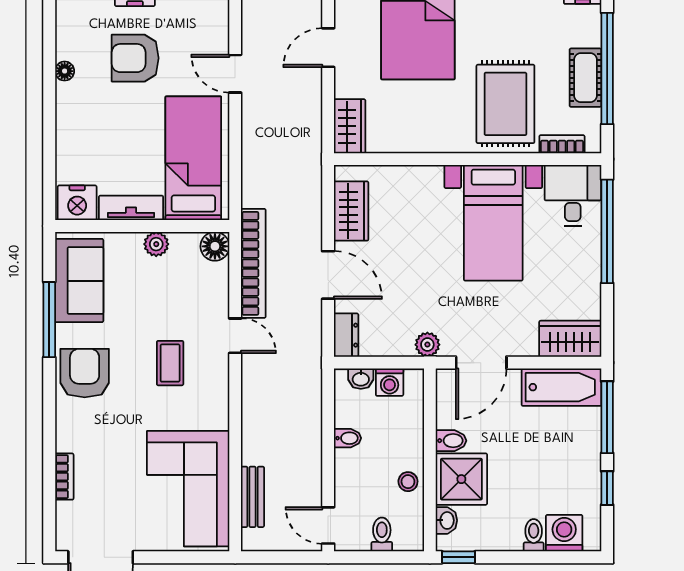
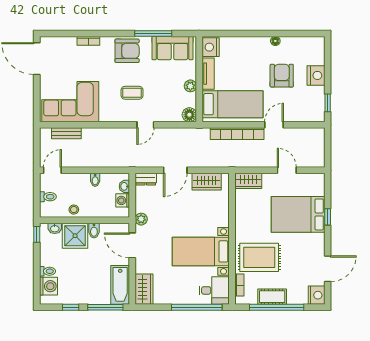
bookcase: (253, 263) -> (237, 134), moved
bookcase: (64, 477) -> (88, 41), moved

